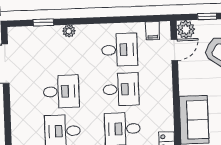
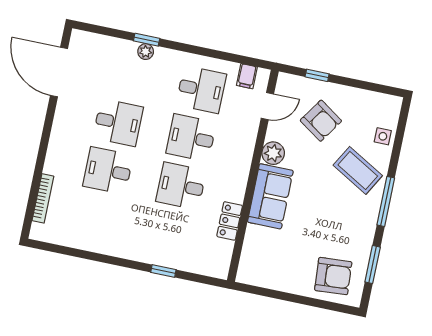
window: (43, 22) -> (147, 40), moved
plant: (186, 29) -> (273, 153), moved
desk: (121, 89) -> (191, 138), turned 180

